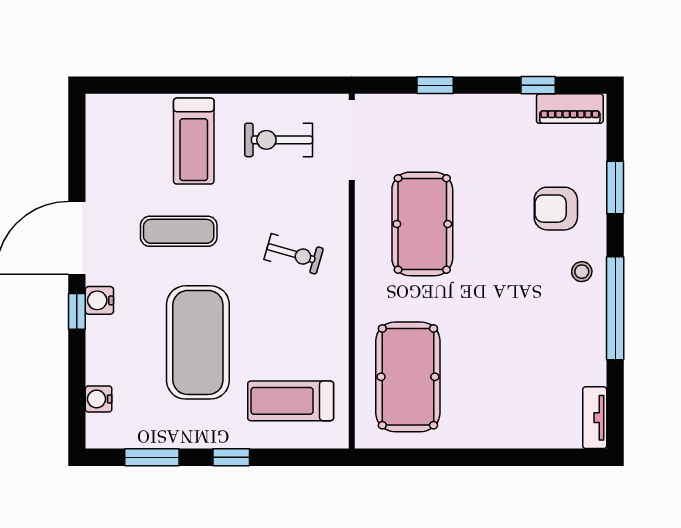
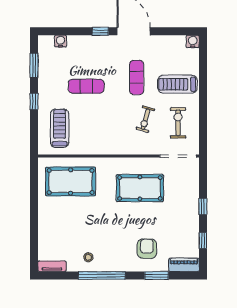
window: (435, 85) -> (203, 207), moved
piano: (570, 109) -> (184, 265), moved, turned 90
exercise bike: (294, 254) -> (145, 119), moved
stool: (582, 272) -> (88, 257), moved
water cooler: (99, 300) -> (193, 41), moved
exercise mat: (198, 342) -> (86, 86), width x0.50, depth x0.69

